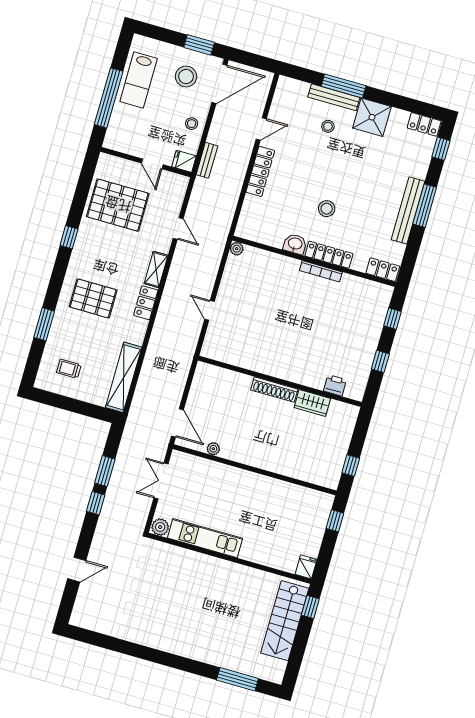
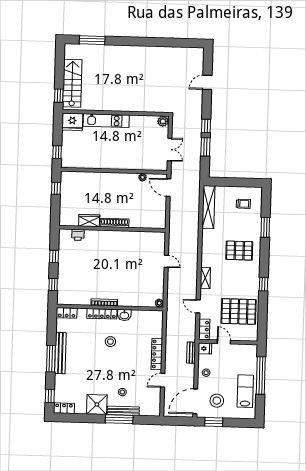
locker: (146, 303) -> (204, 329), moved
kitchen unit: (205, 538) -> (106, 121), moved
fridge: (306, 567) -> (72, 122), width x1.88, depth x1.34

